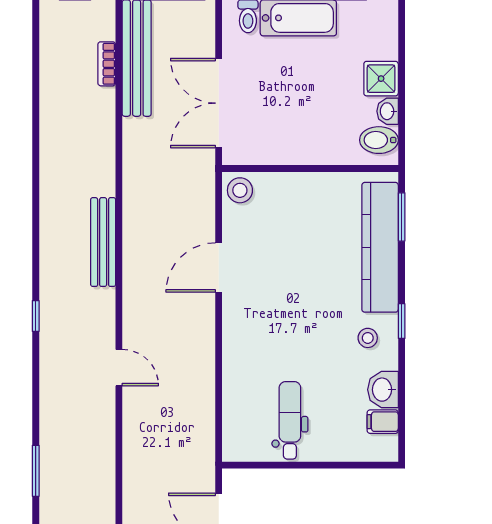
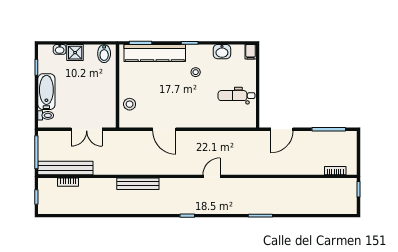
double door: (219, 103) -> (87, 129), width x0.73
washbasin: (388, 111) -> (60, 49), moved
stool: (240, 190) -> (130, 104), moved
bench: (103, 242) -> (138, 184), moved
stool: (368, 338) -> (196, 72), moved
filing cabinet: (383, 422) -> (251, 52), moved

